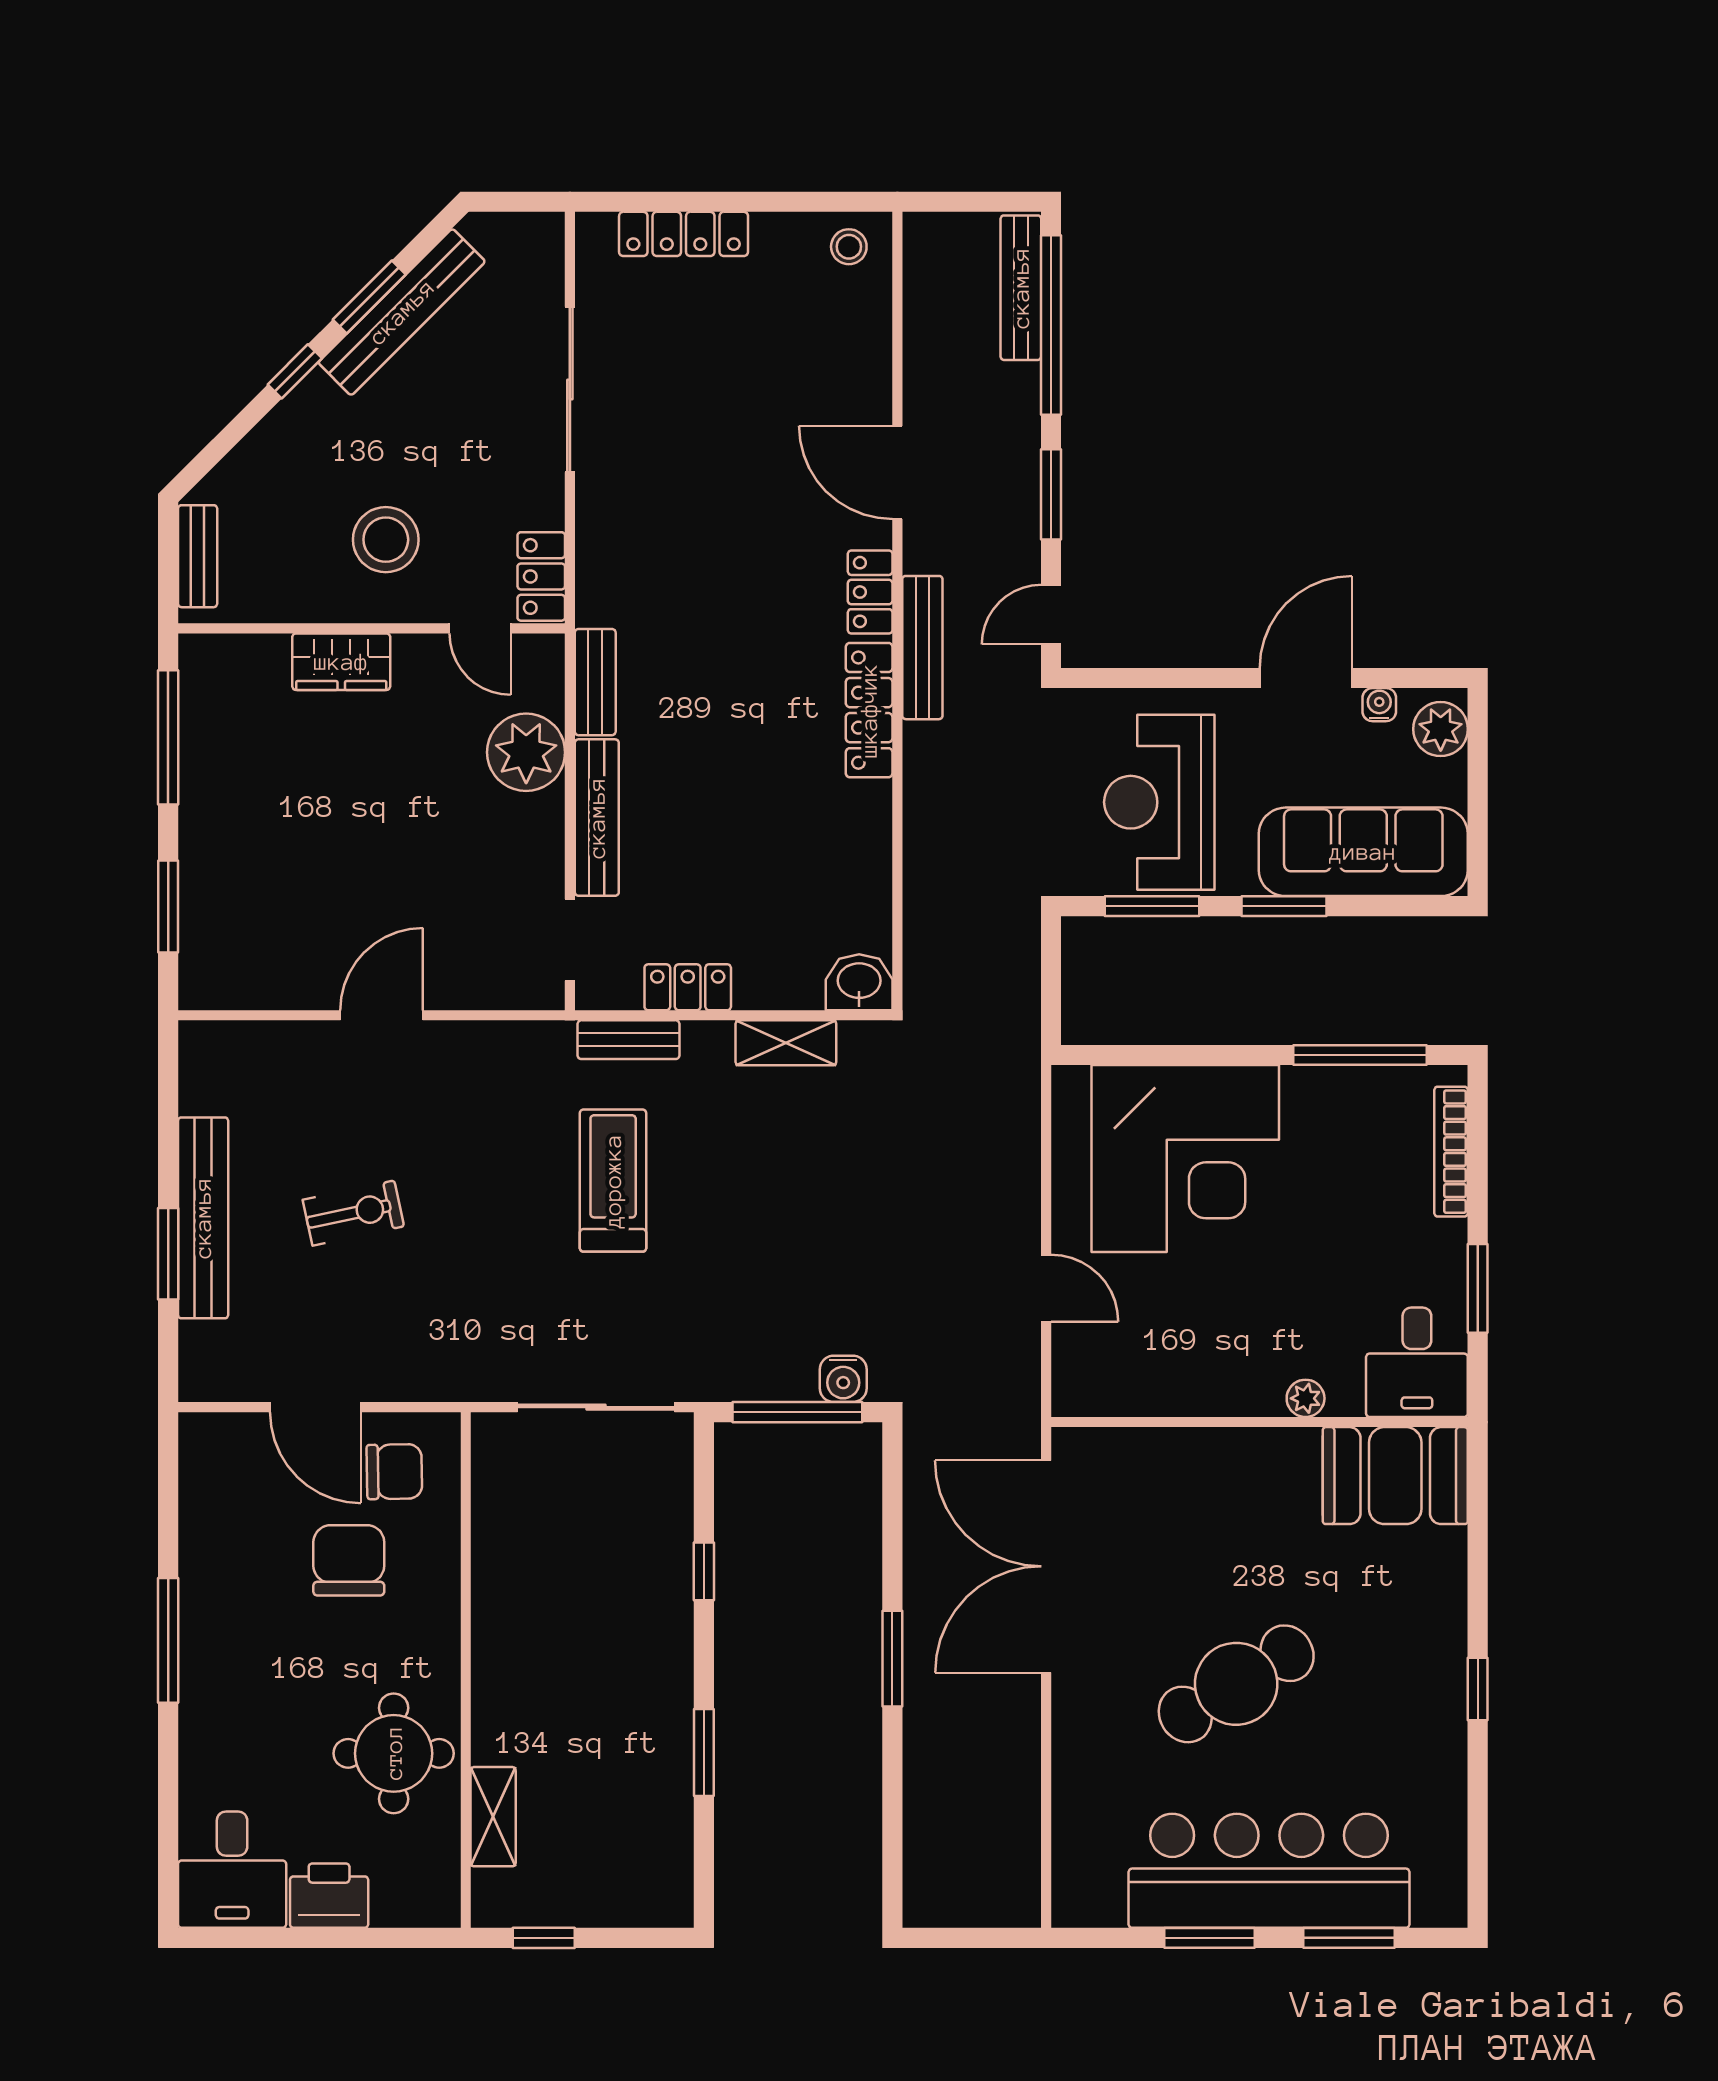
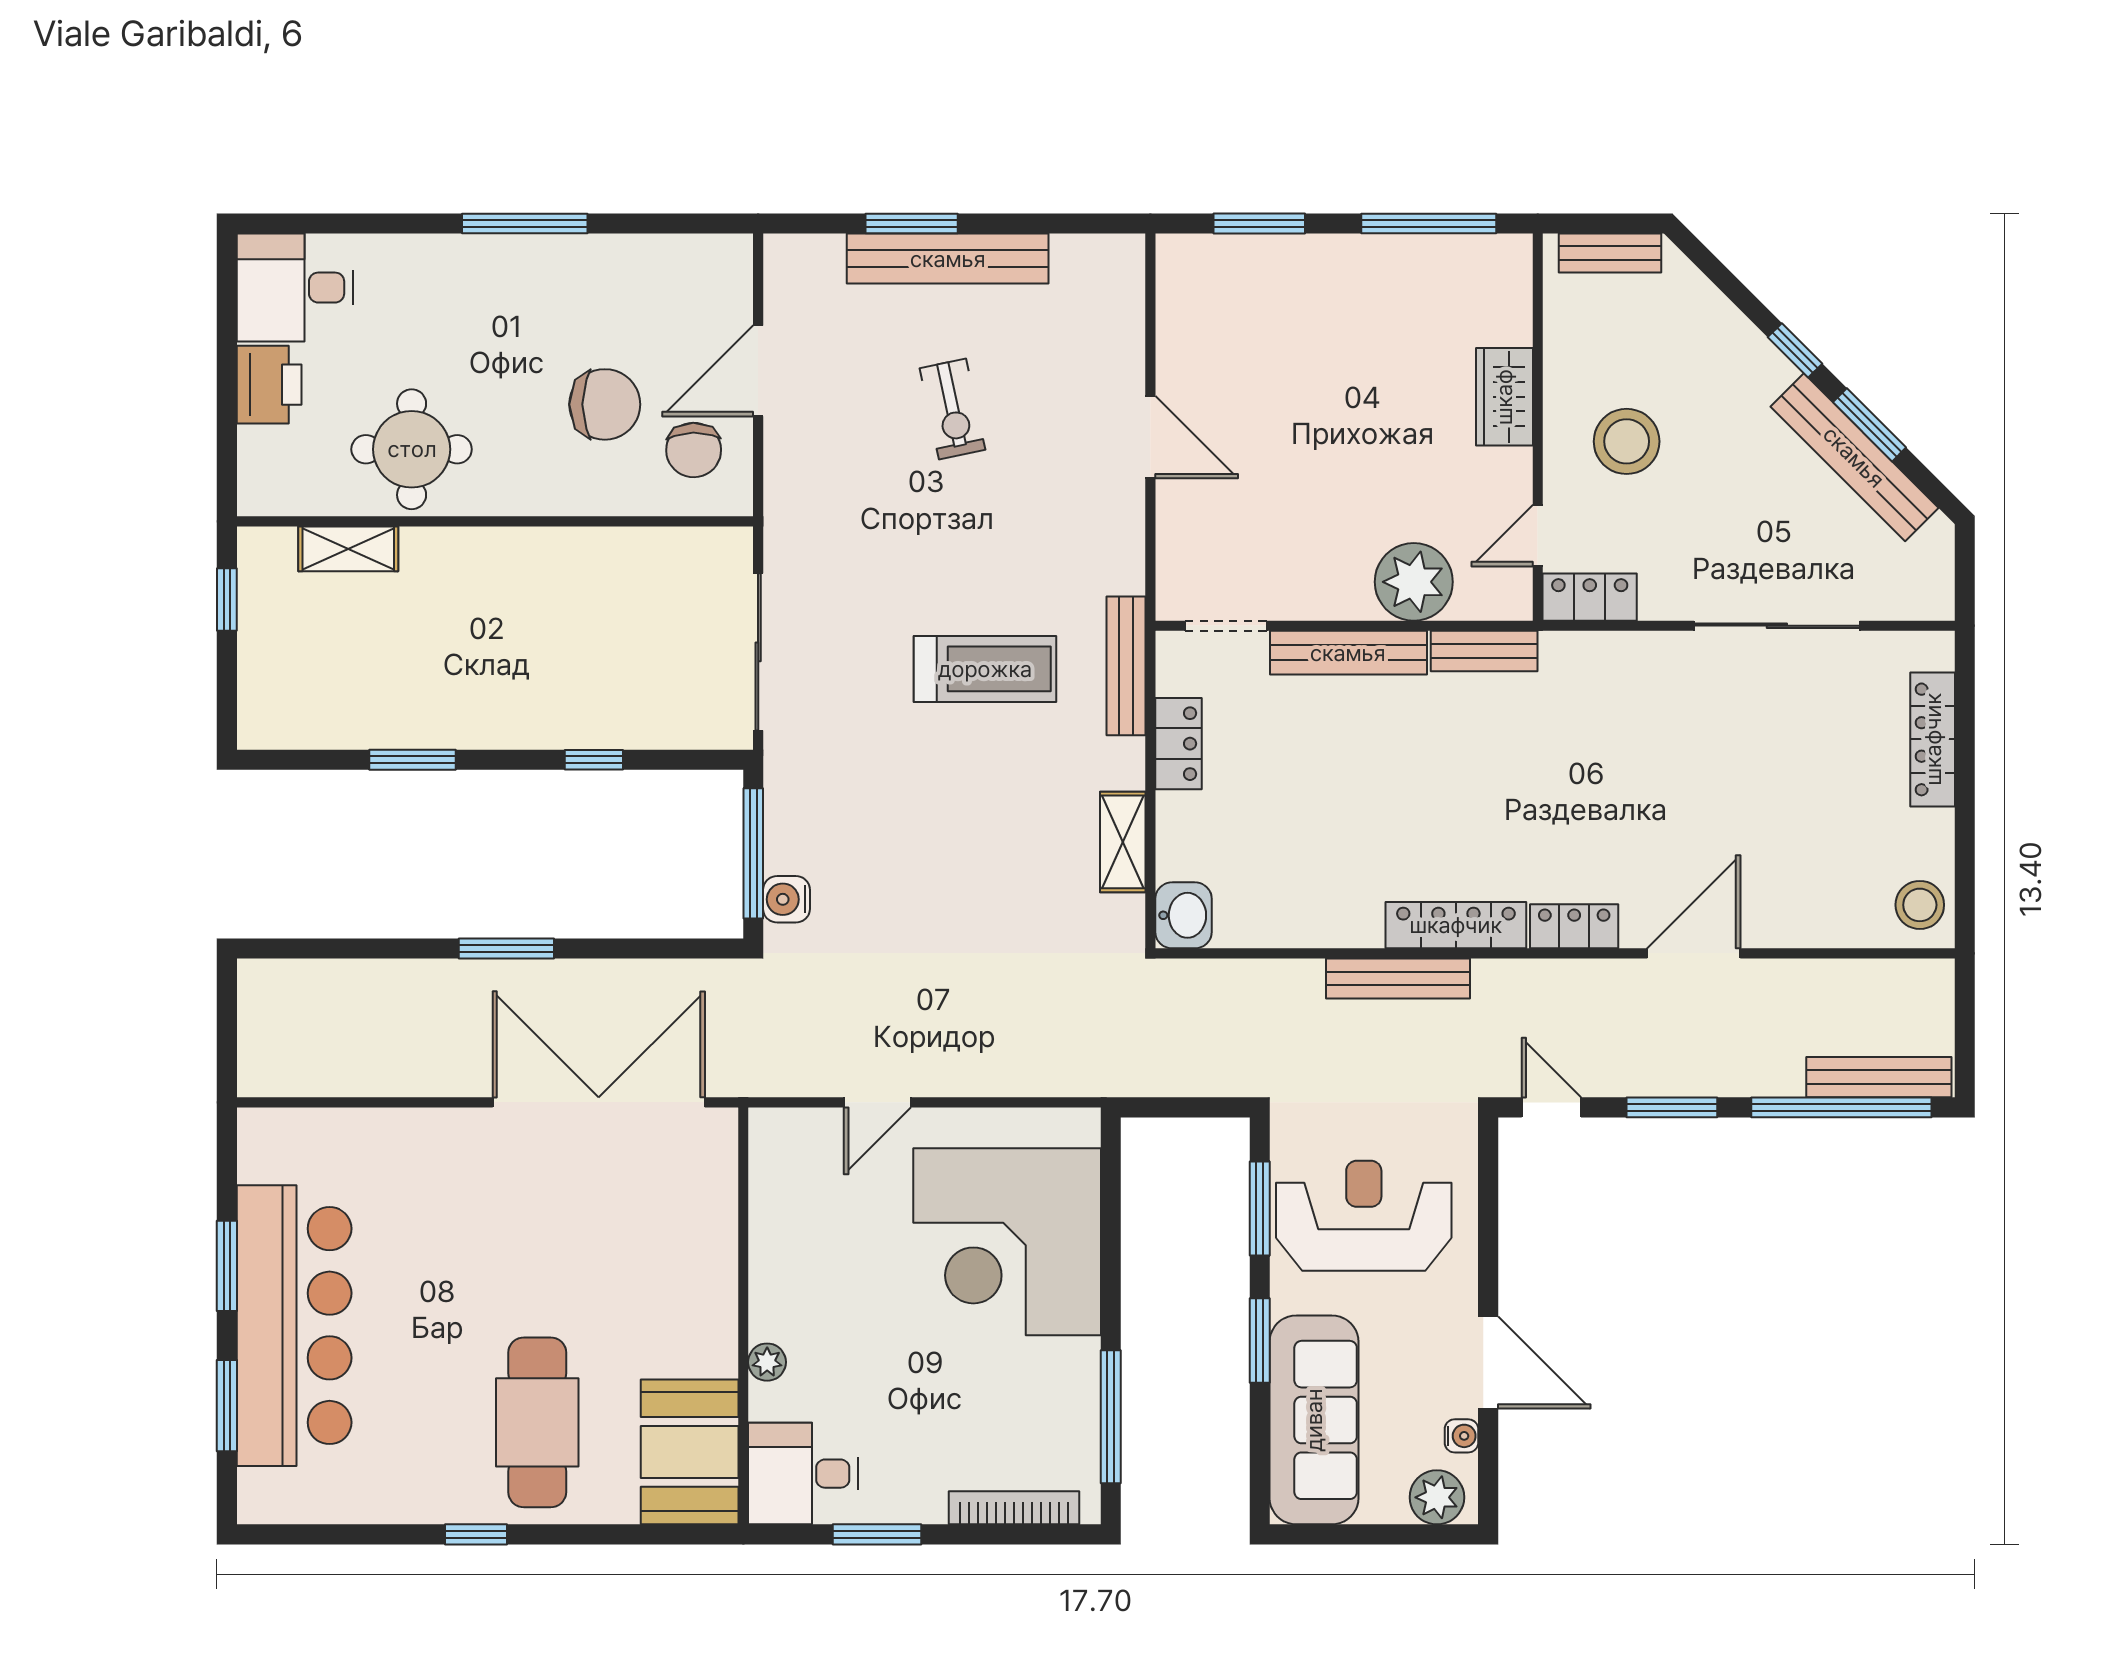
stool: (849, 247) -> (1920, 905), width x1.37, depth x1.37
bench: (922, 648) -> (1398, 979), moved
bench: (628, 1040) -> (1126, 666), width x1.36
cafe table: (1236, 1684) -> (537, 1422), moved, turned 31

